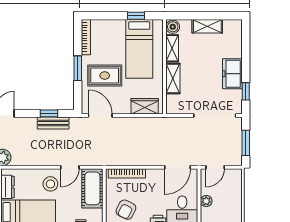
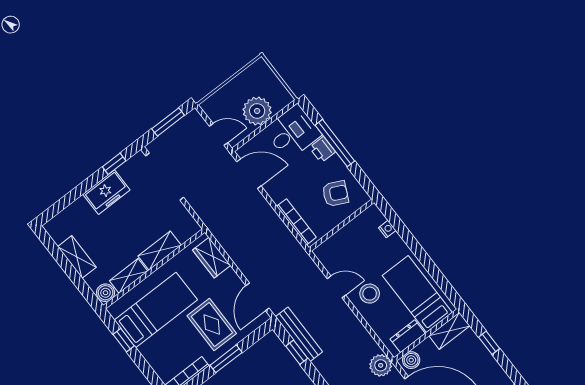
bench: (53, 123) -> (299, 334), width x1.36
cot: (92, 188) -> (340, 246), removed
plant: (206, 201) -> (257, 111), width x1.87, depth x1.87

